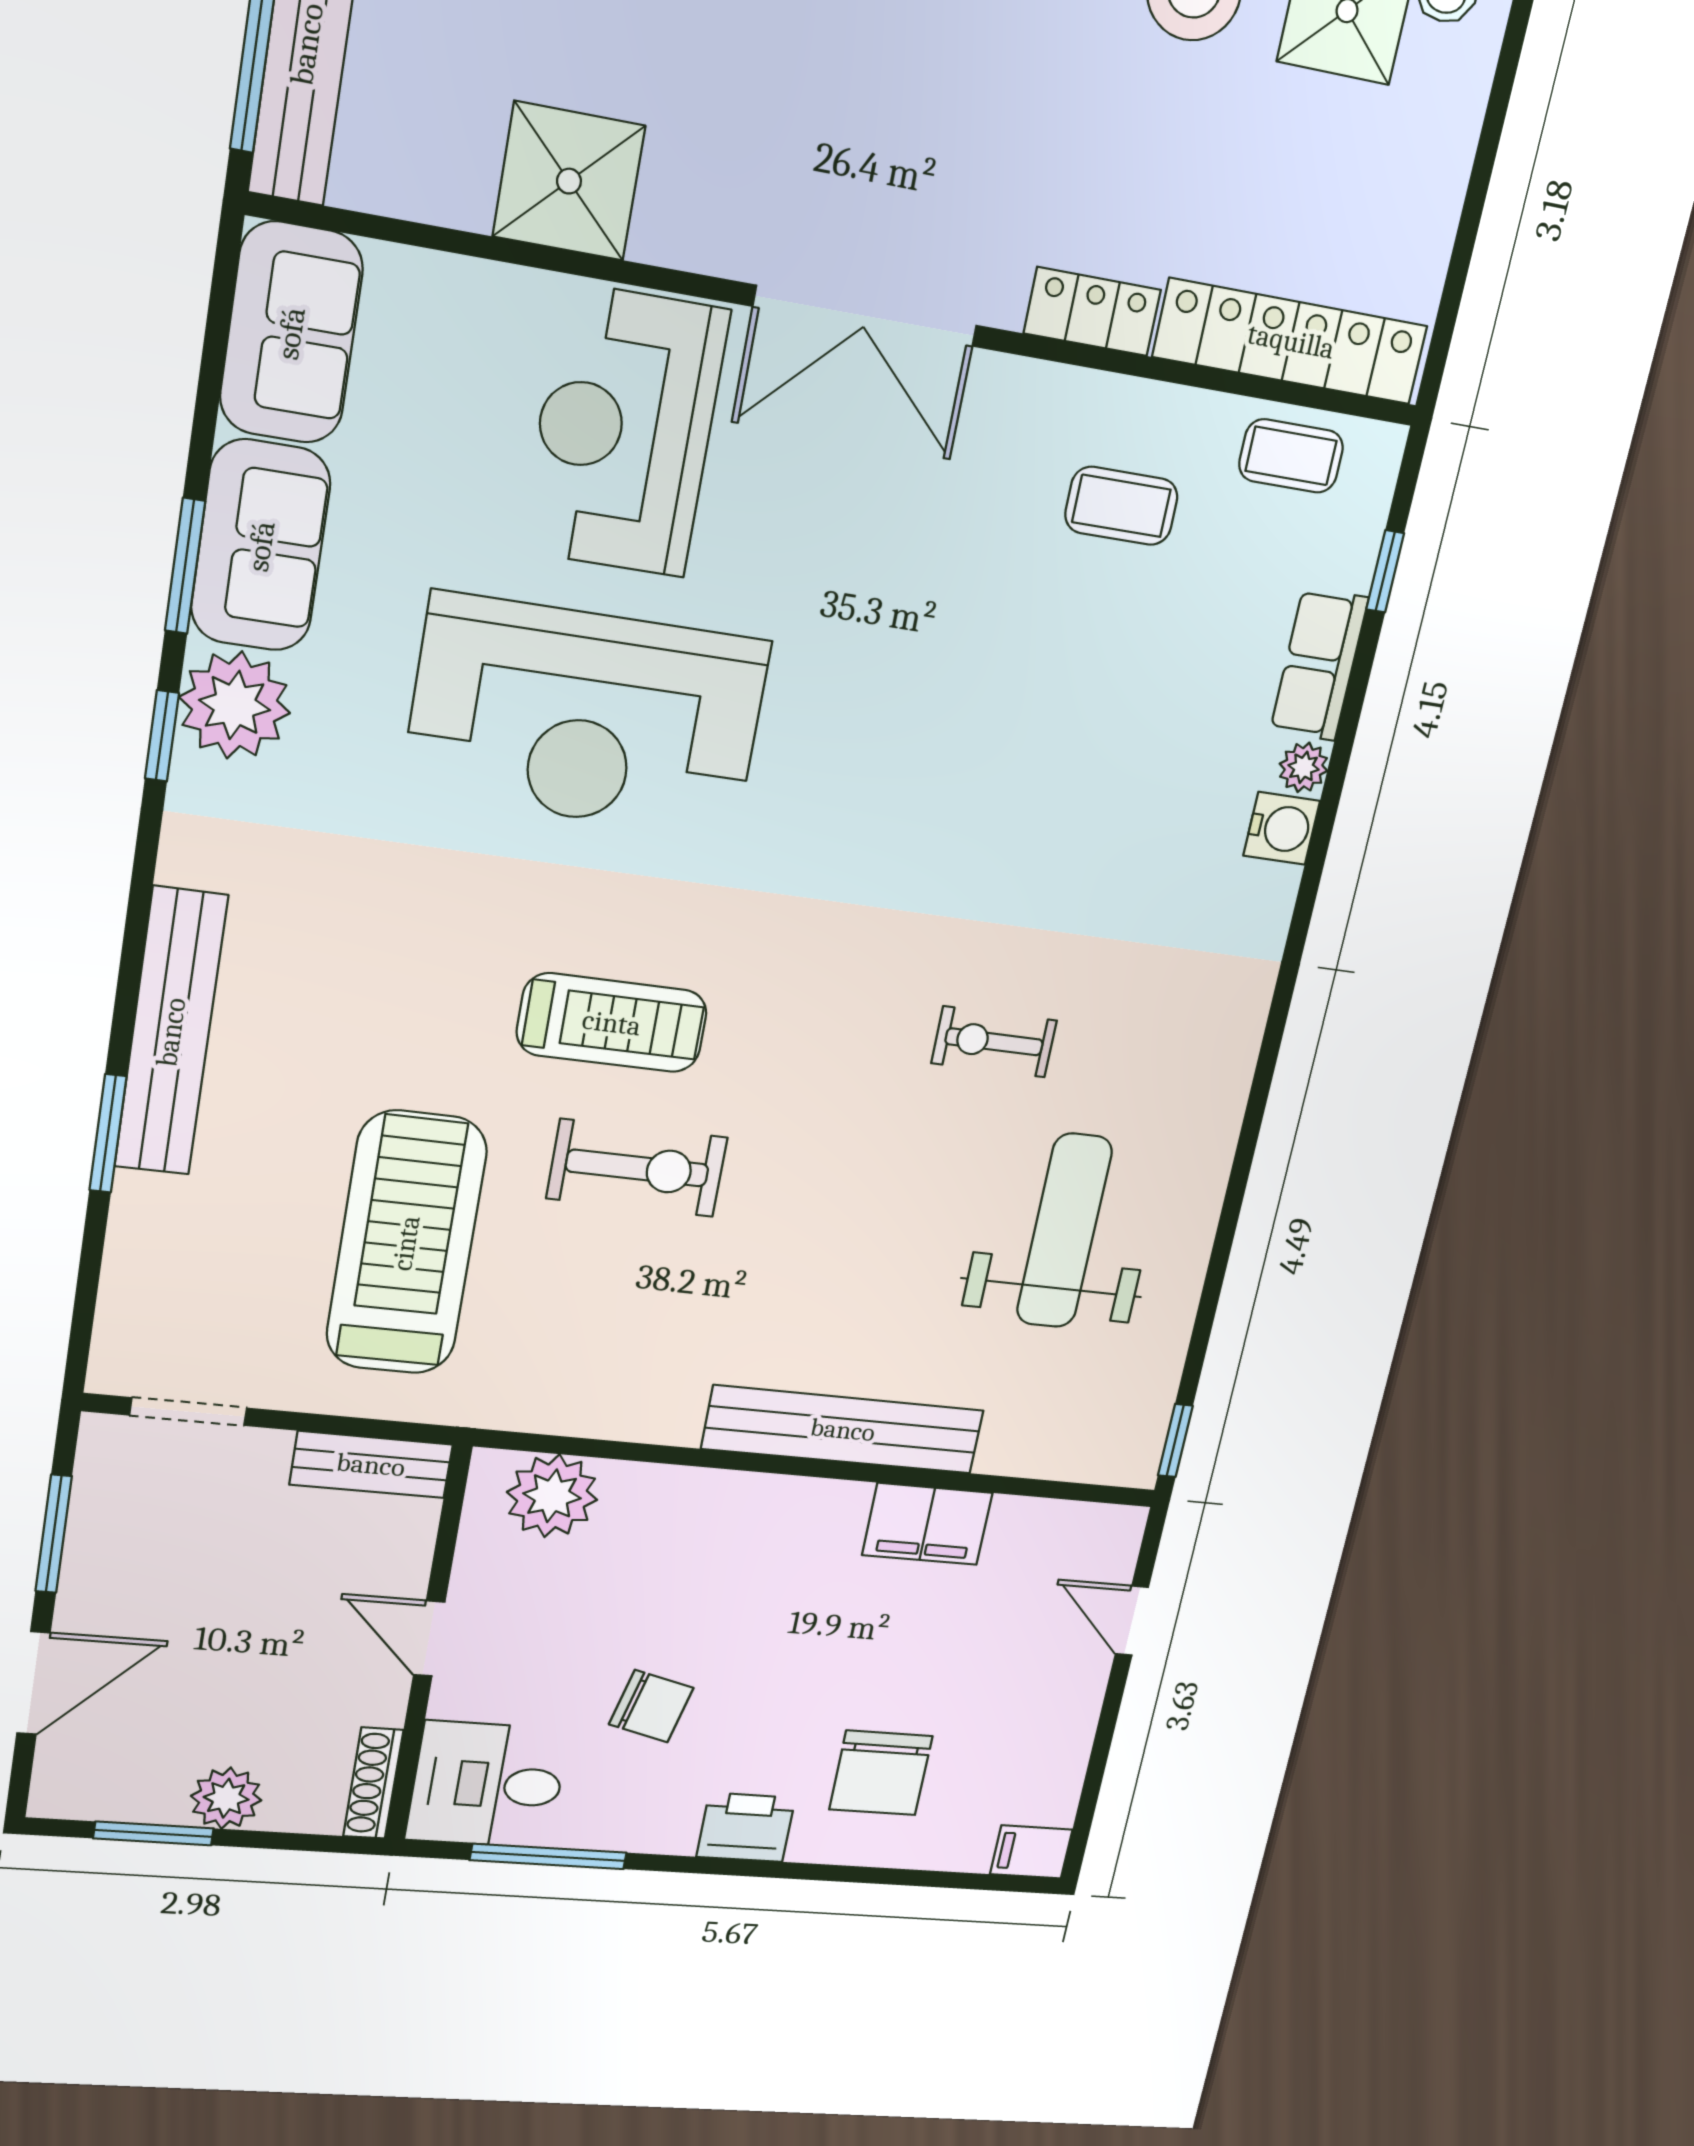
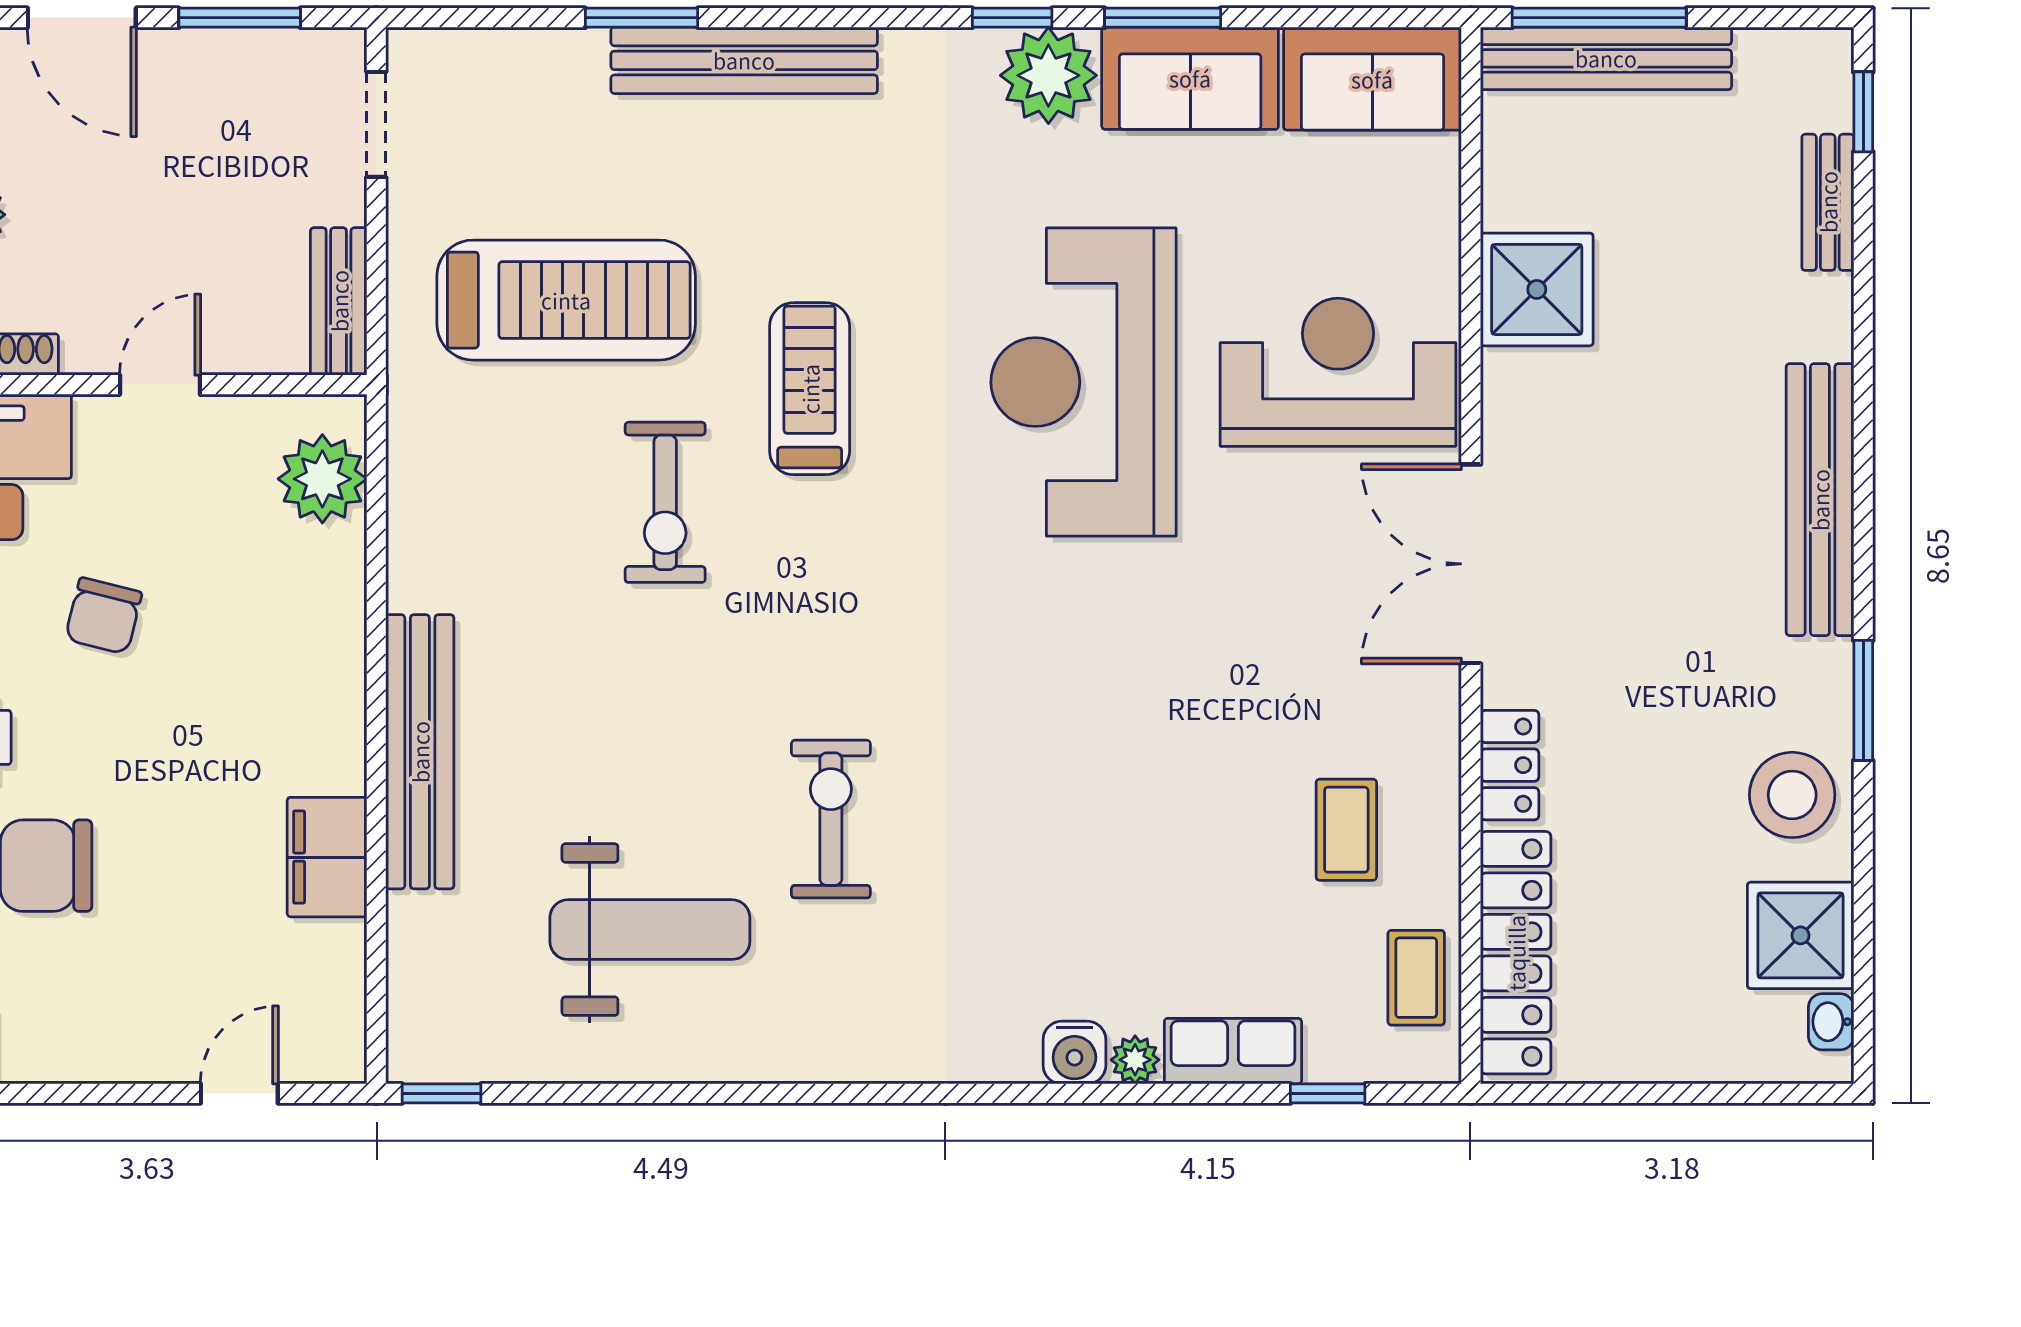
treadmill: (612, 1023) -> (810, 389), moved, turned 180
exercise bike: (994, 1042) -> (831, 819), width x1.38, depth x1.39

